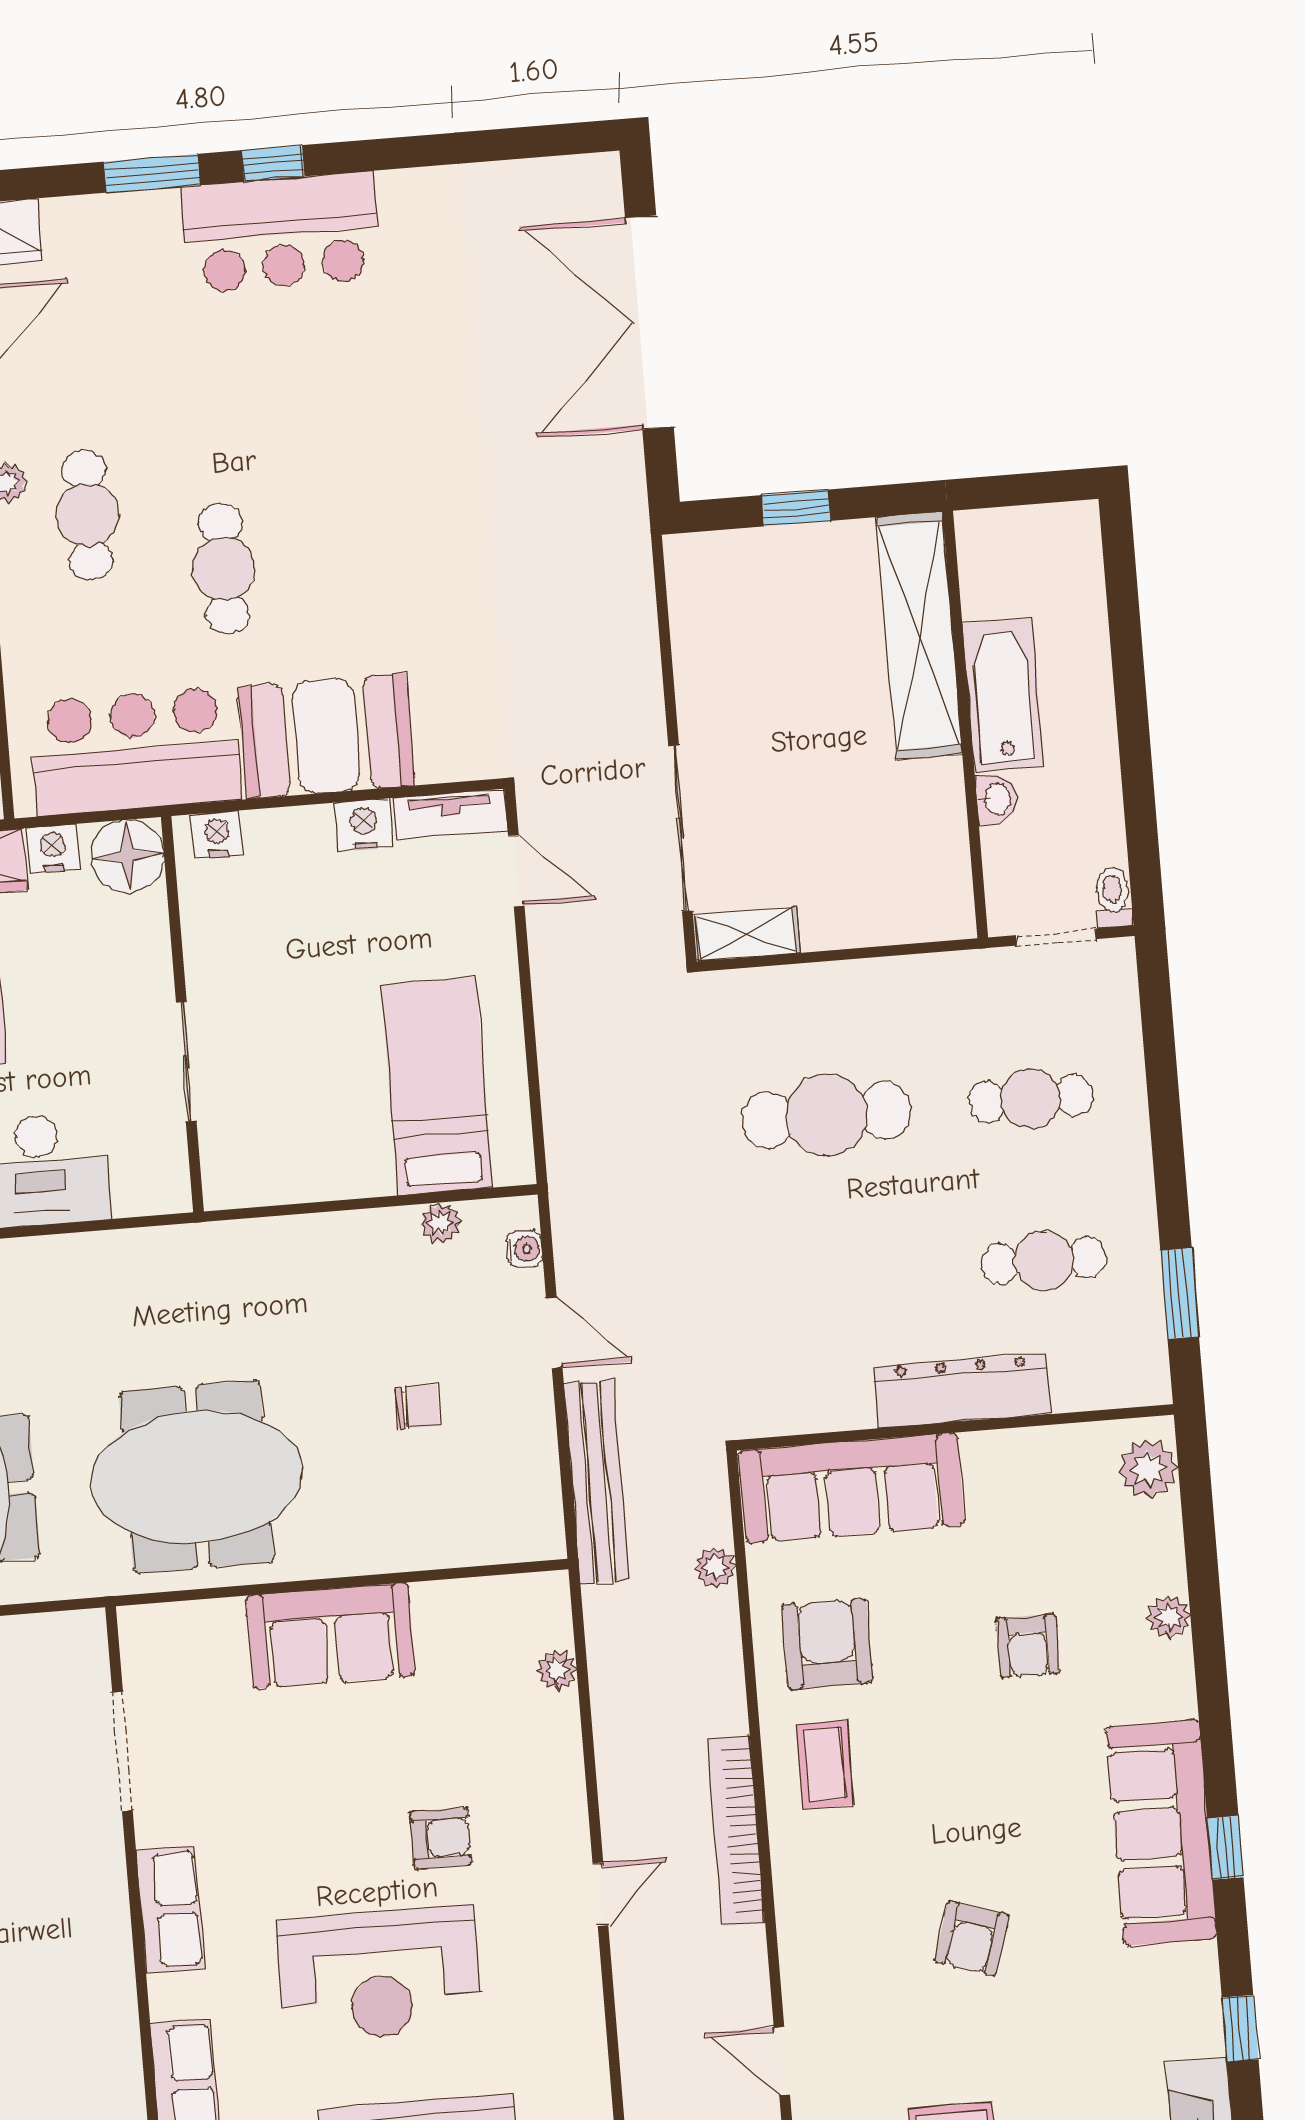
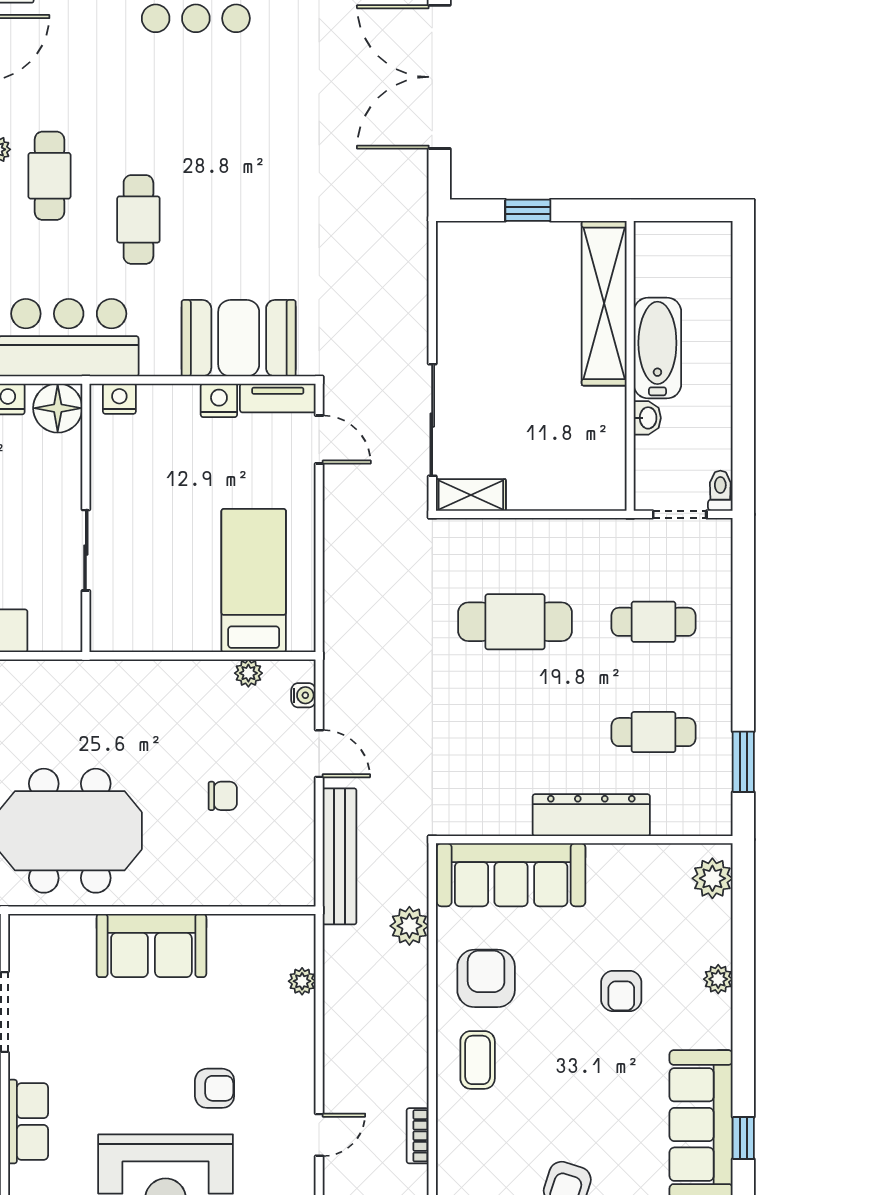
booth: (326, 736) -> (239, 338), moved
plant: (715, 1567) -> (409, 926), width x1.38, depth x1.38
bookcase: (736, 1831) -> (418, 1136), width x0.43, depth x0.76

